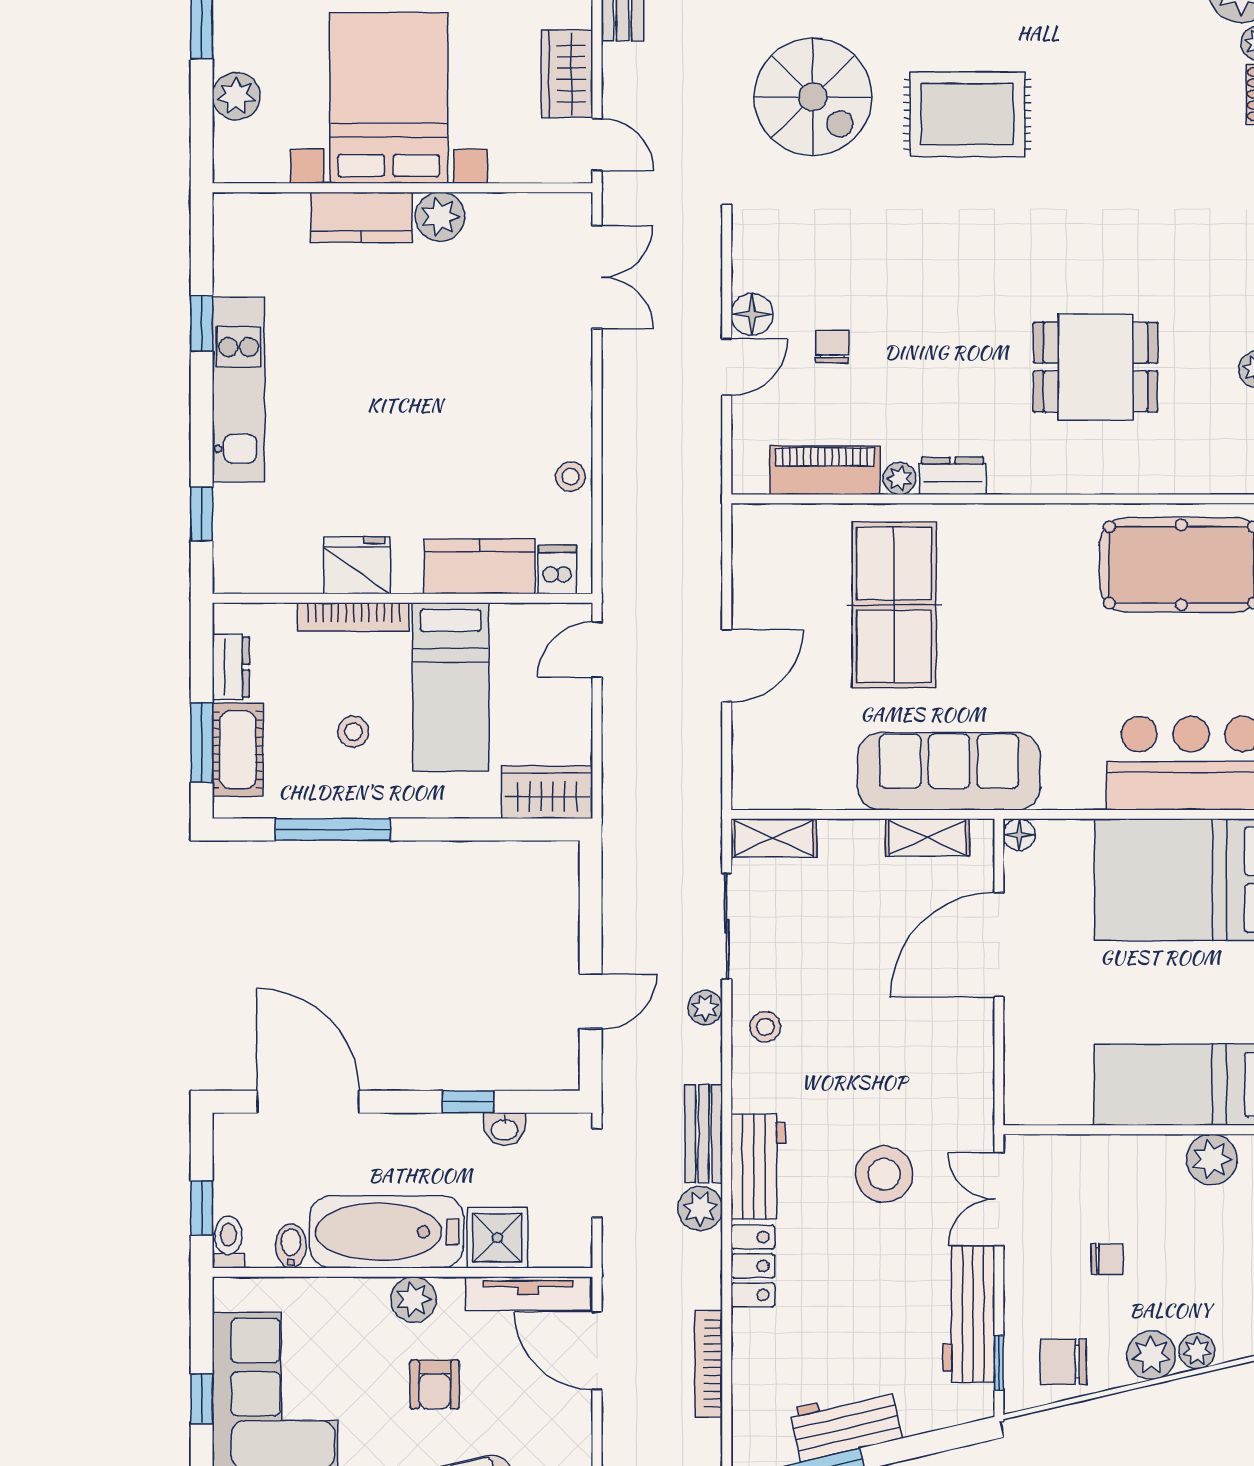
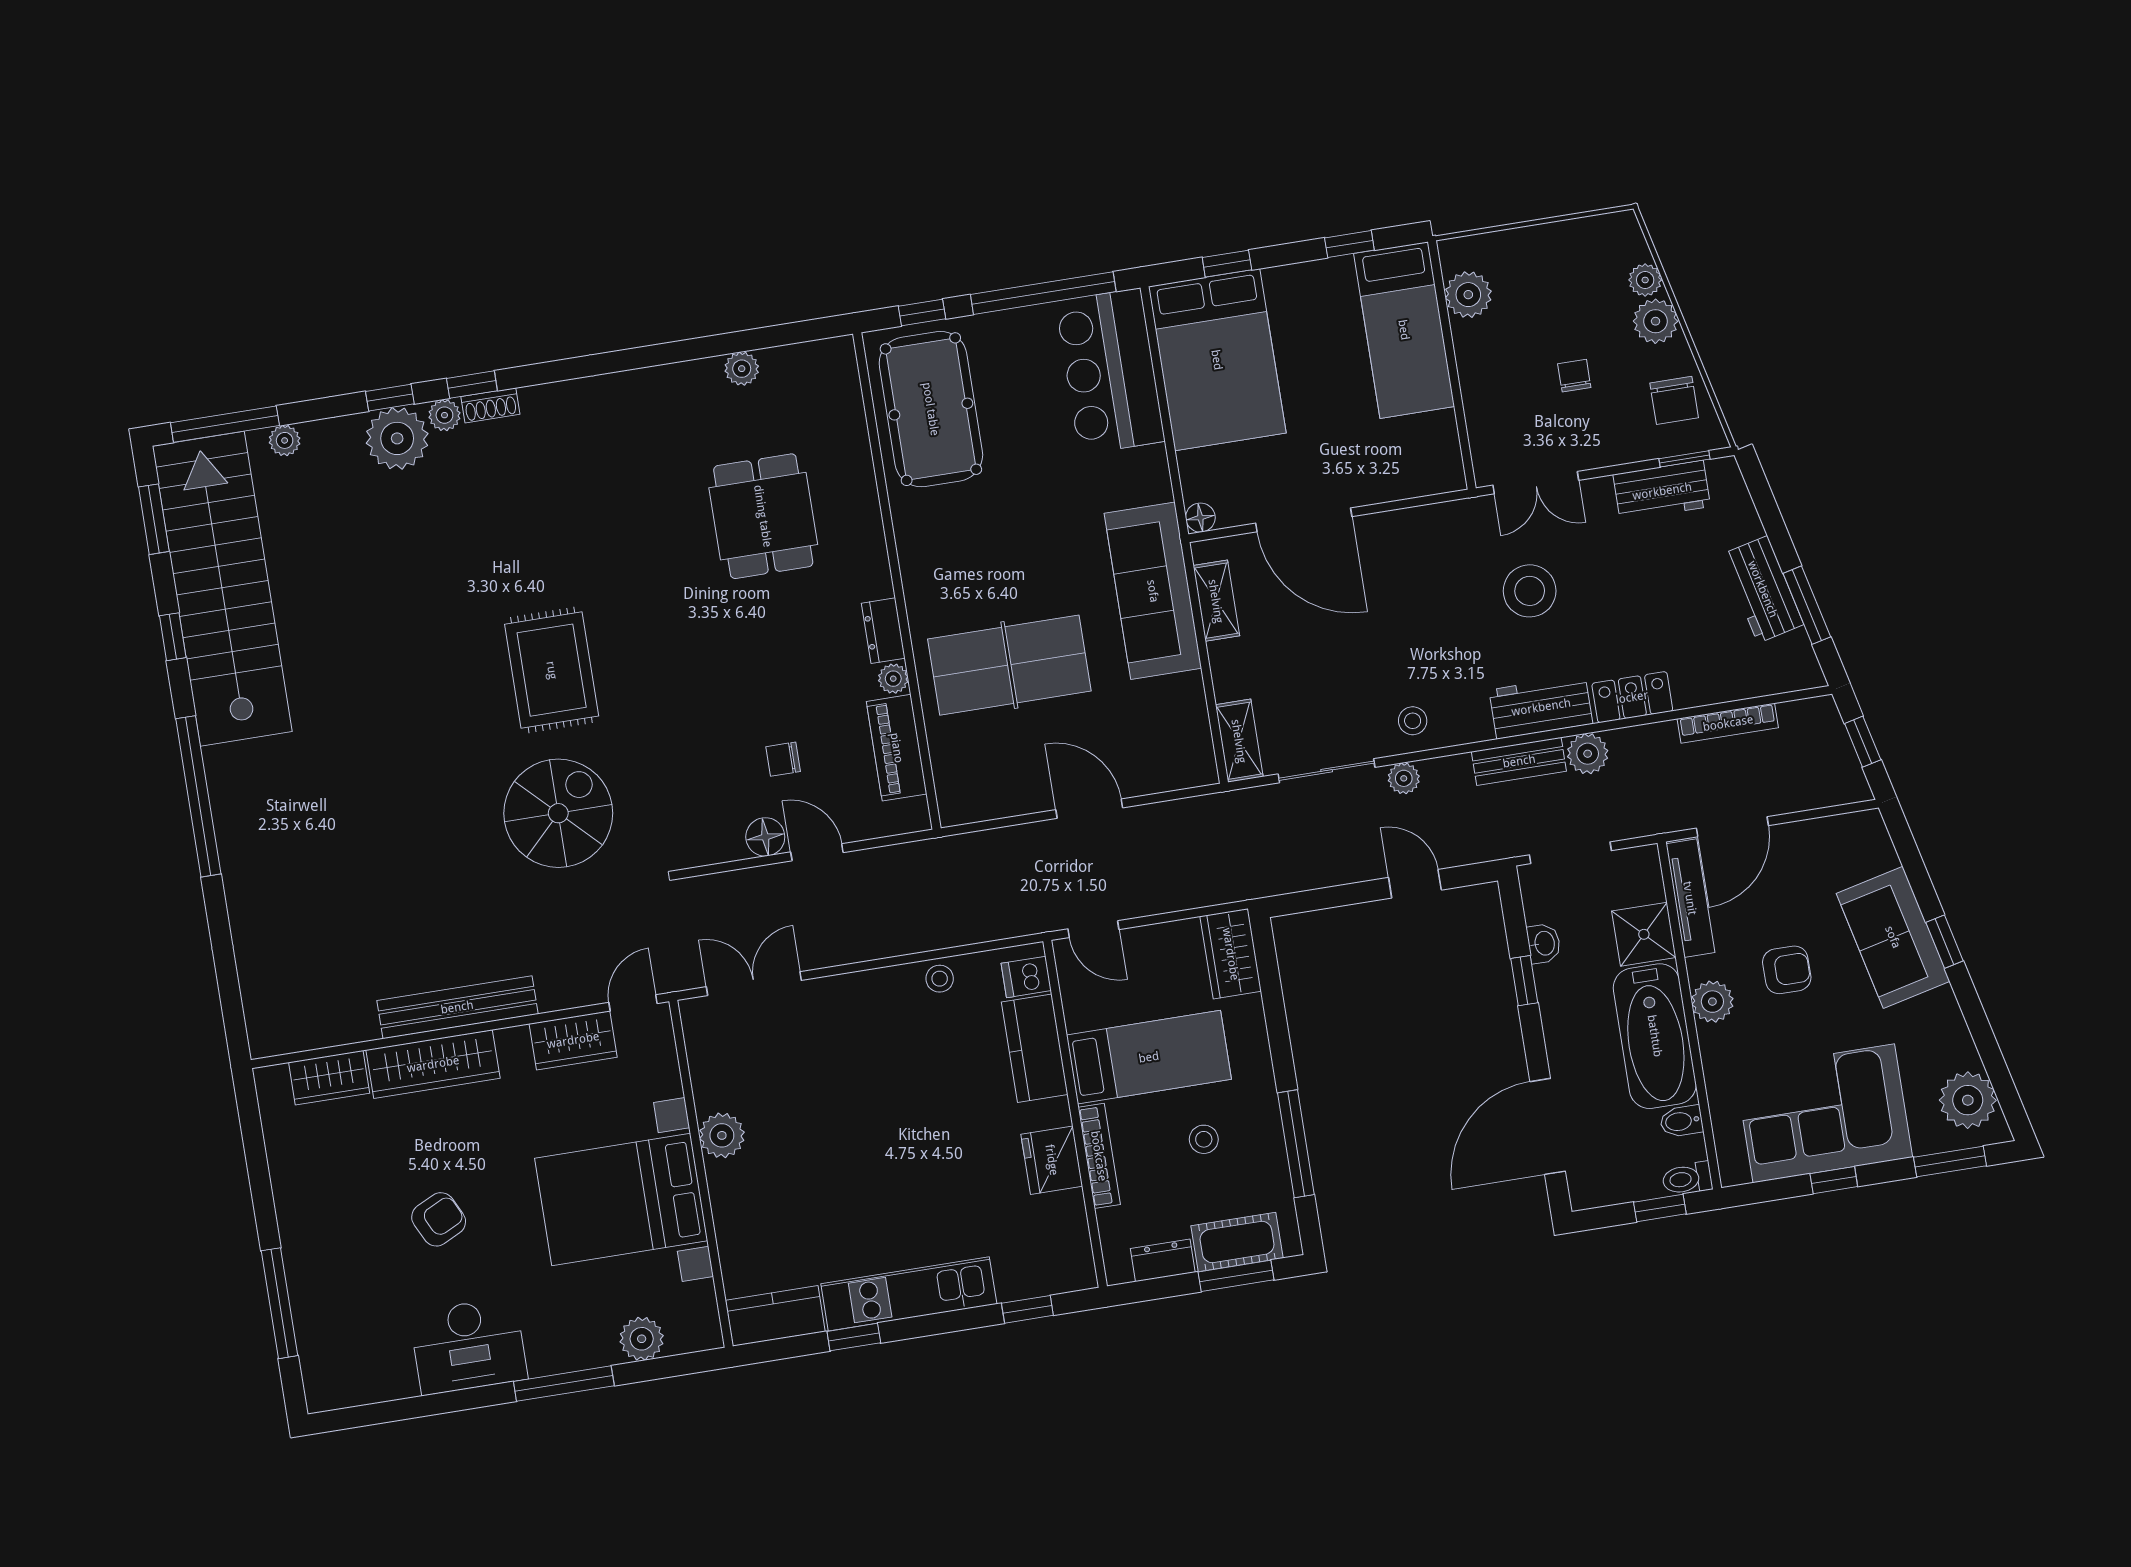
kitchen counter: (361, 217) -> (775, 1316), moved, turned -90
workbench: (969, 1314) -> (1662, 491), width x0.73

